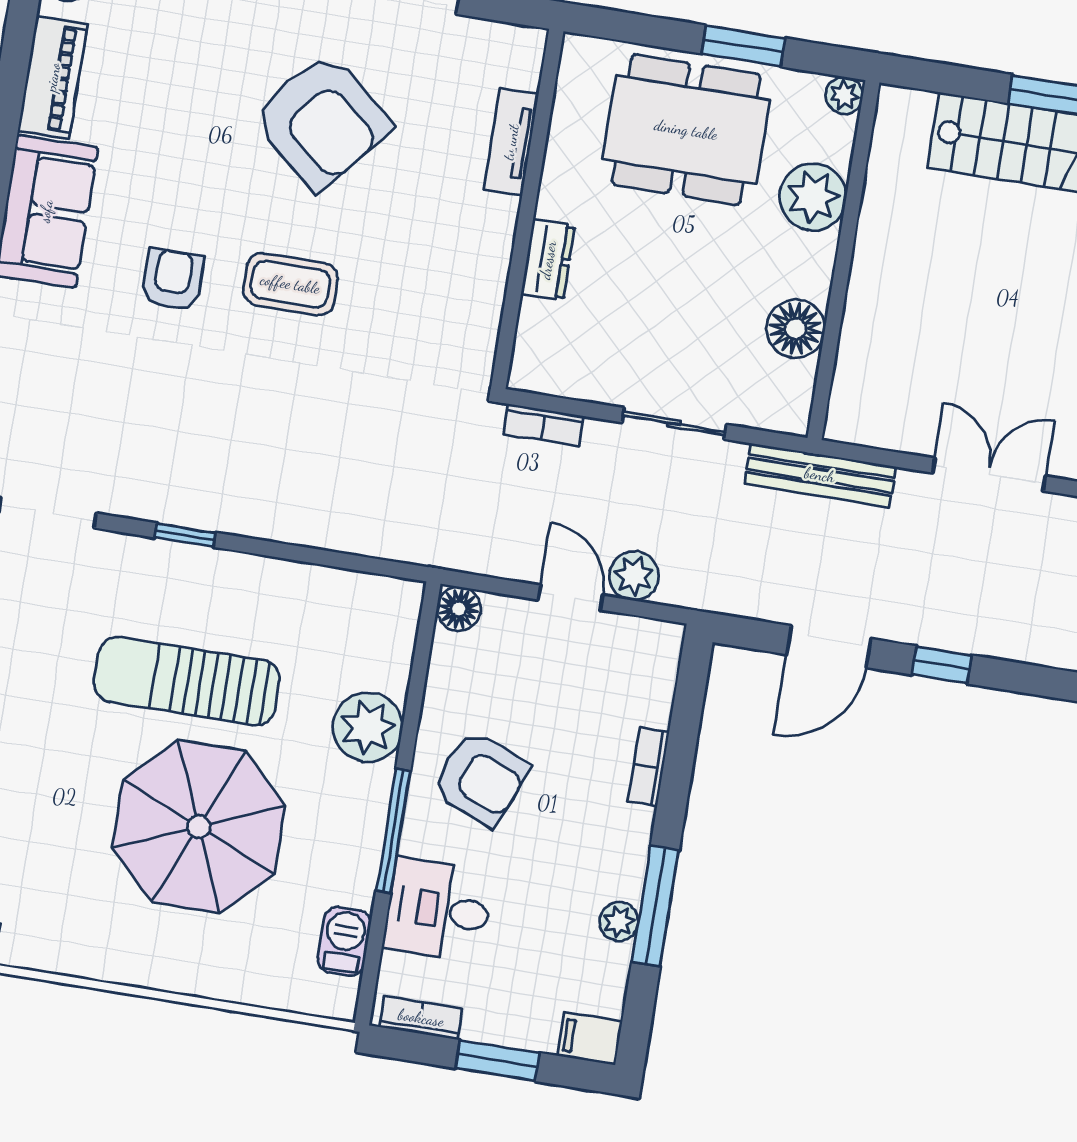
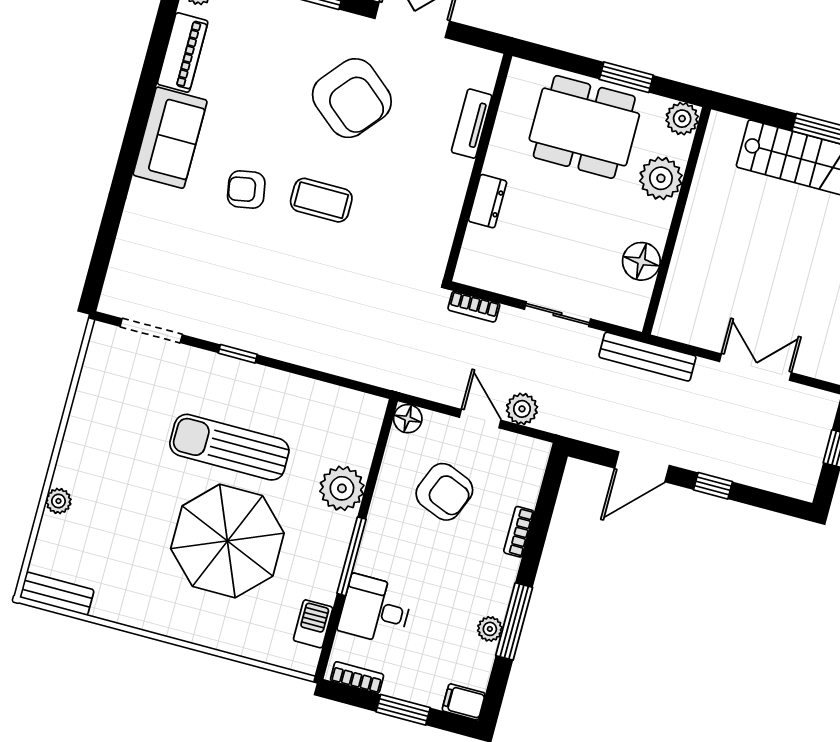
plant: (844, 95) -> (682, 119), width x1.38, depth x1.38
armchair: (173, 280) -> (246, 190), turned -100
armchair: (481, 778) -> (444, 492), moved

